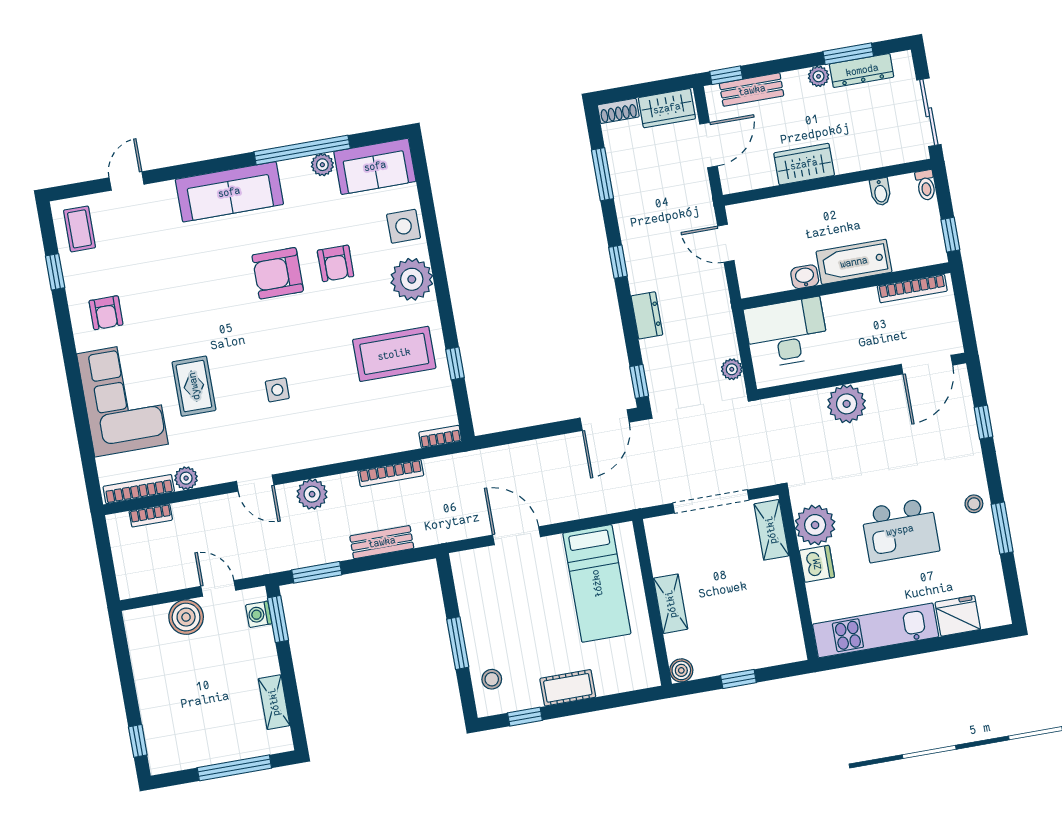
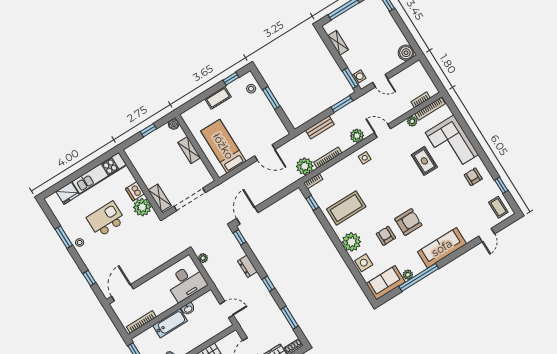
window: (455, 363) -> (312, 203), moved
side table: (277, 390) -> (365, 158), moved
plant: (847, 404) -> (305, 166), moved
boiler: (186, 617) -> (406, 53), moved

